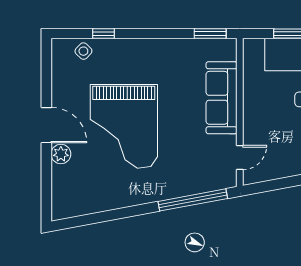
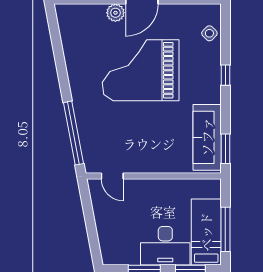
window: (104, 34) -> (225, 75), moved
sofa: (222, 98) -> (207, 137), moved, turned -90

